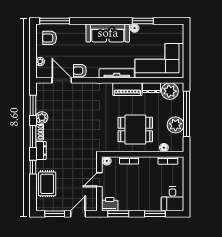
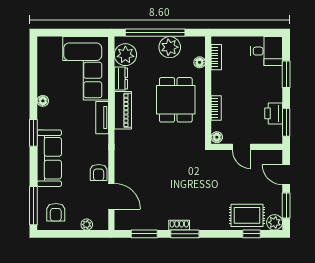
window: (143, 21) -> (33, 133), moved
sofa: (108, 33) -> (49, 158), moved
tv unit: (117, 73) -> (102, 118), width x0.71
door: (62, 80) -> (111, 196), swing flipped
plant: (42, 117) -> (275, 222), moved
dresser: (41, 150) -> (203, 223), removed
window: (33, 167) -> (252, 234), moved
printer: (110, 204) -> (274, 113), moved

